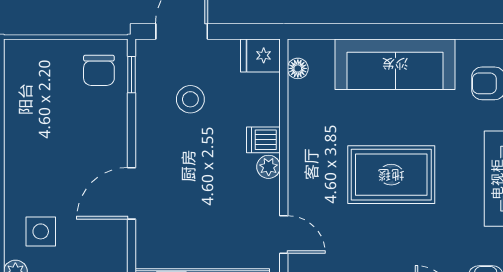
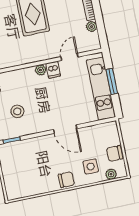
chair: (99, 70) -> (66, 180), moved
dishwasher: (263, 140) -> (53, 70), moved

